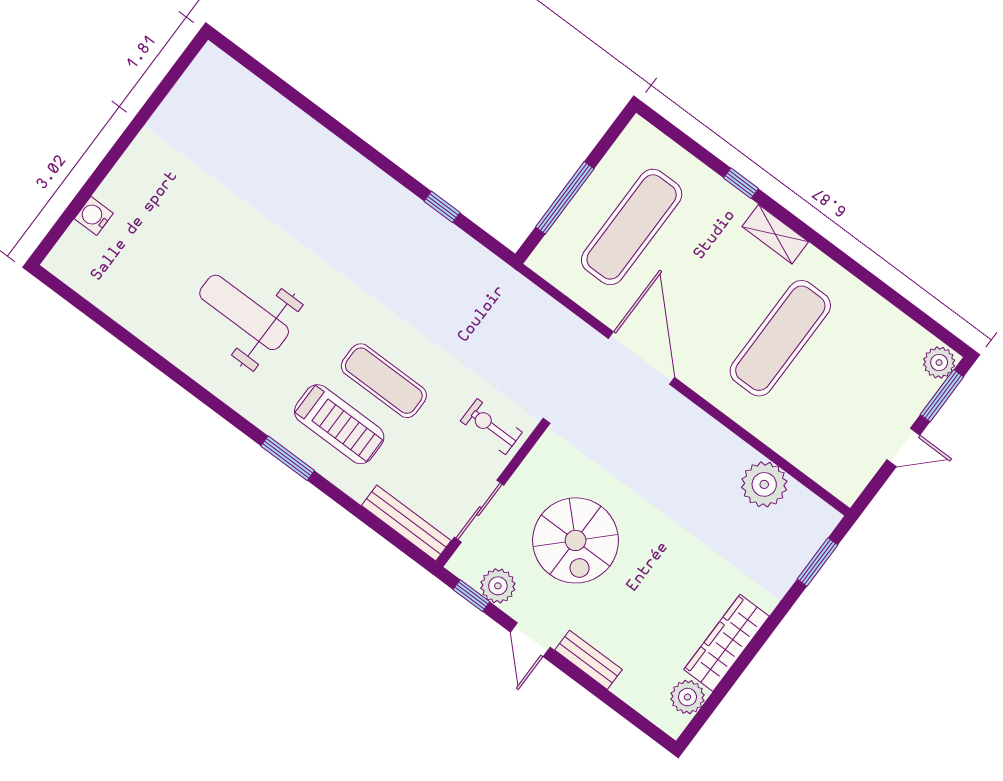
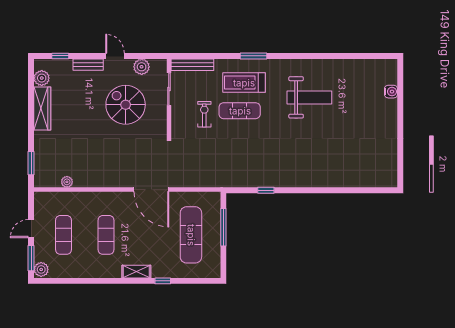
exercise mat: (780, 338) -> (106, 235), width x0.73, depth x0.69
exercise mat: (855, 394) -> (64, 235), added
exercise bike: (491, 427) -> (204, 114), moved, turned -90
plant: (764, 484) -> (67, 182), width x0.53, depth x0.53
window: (471, 596) -> (60, 56), moved

